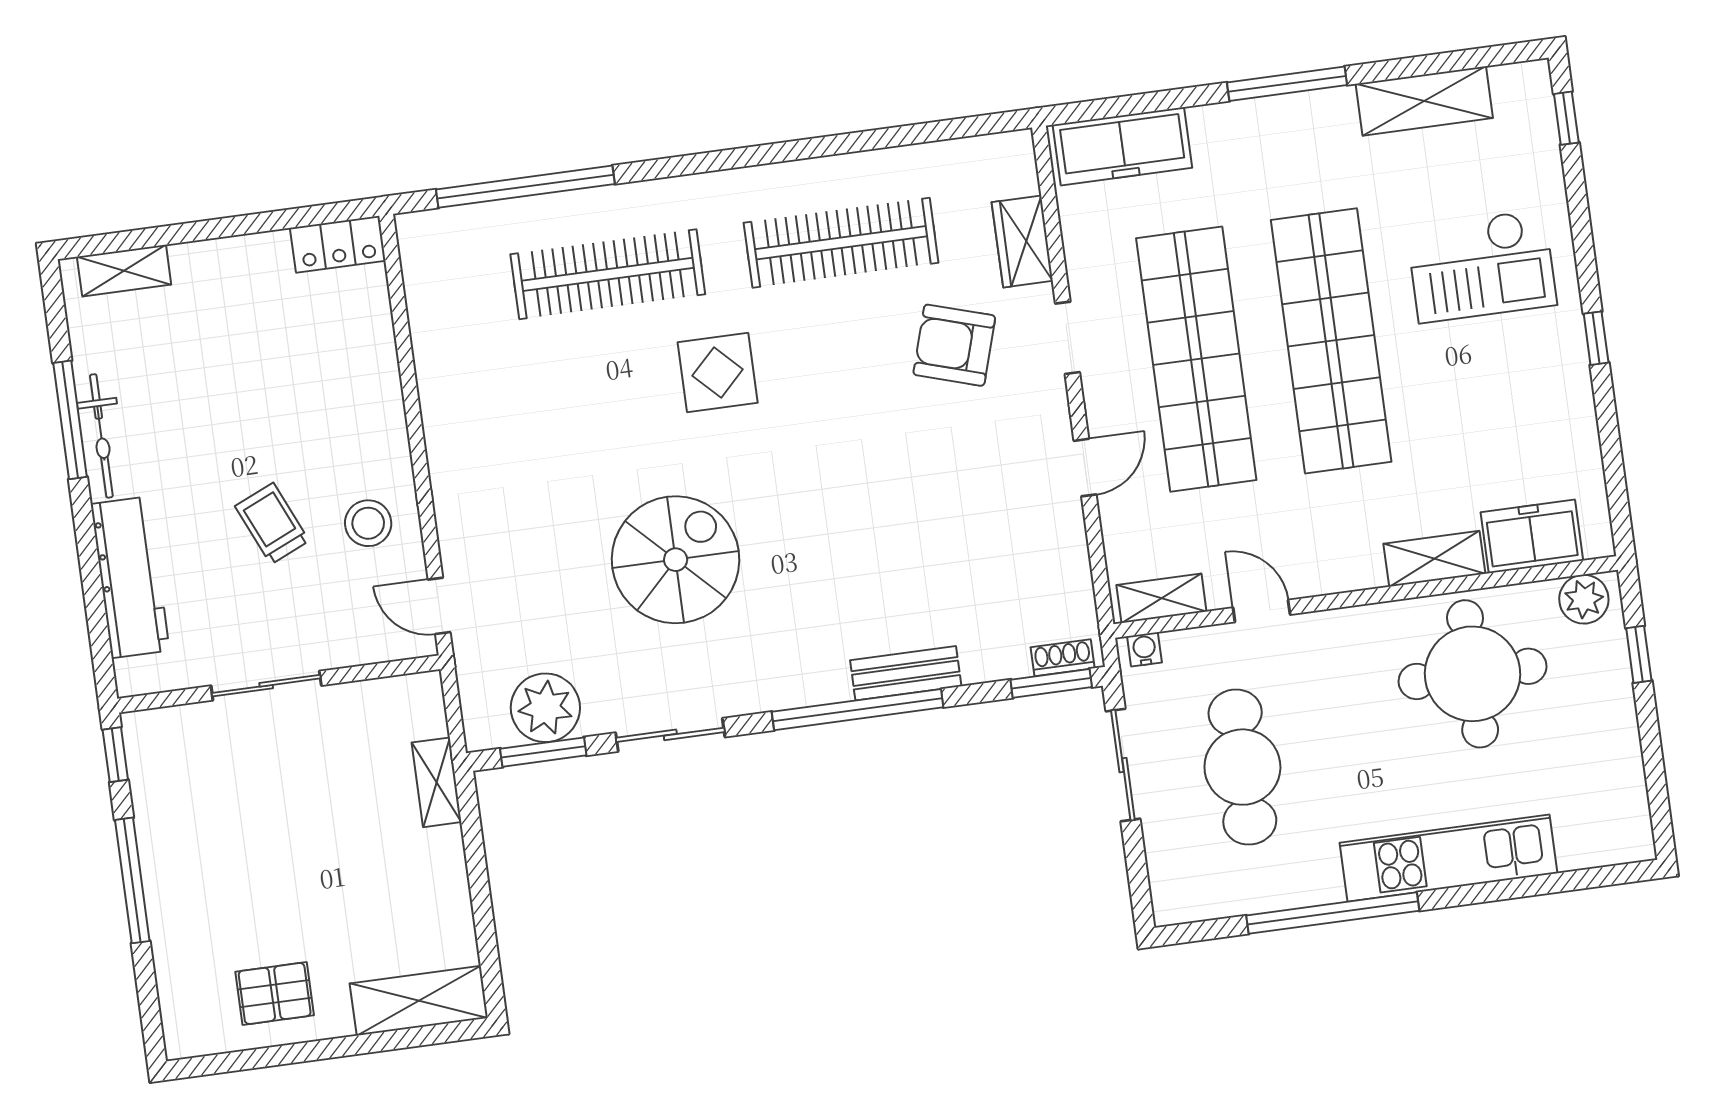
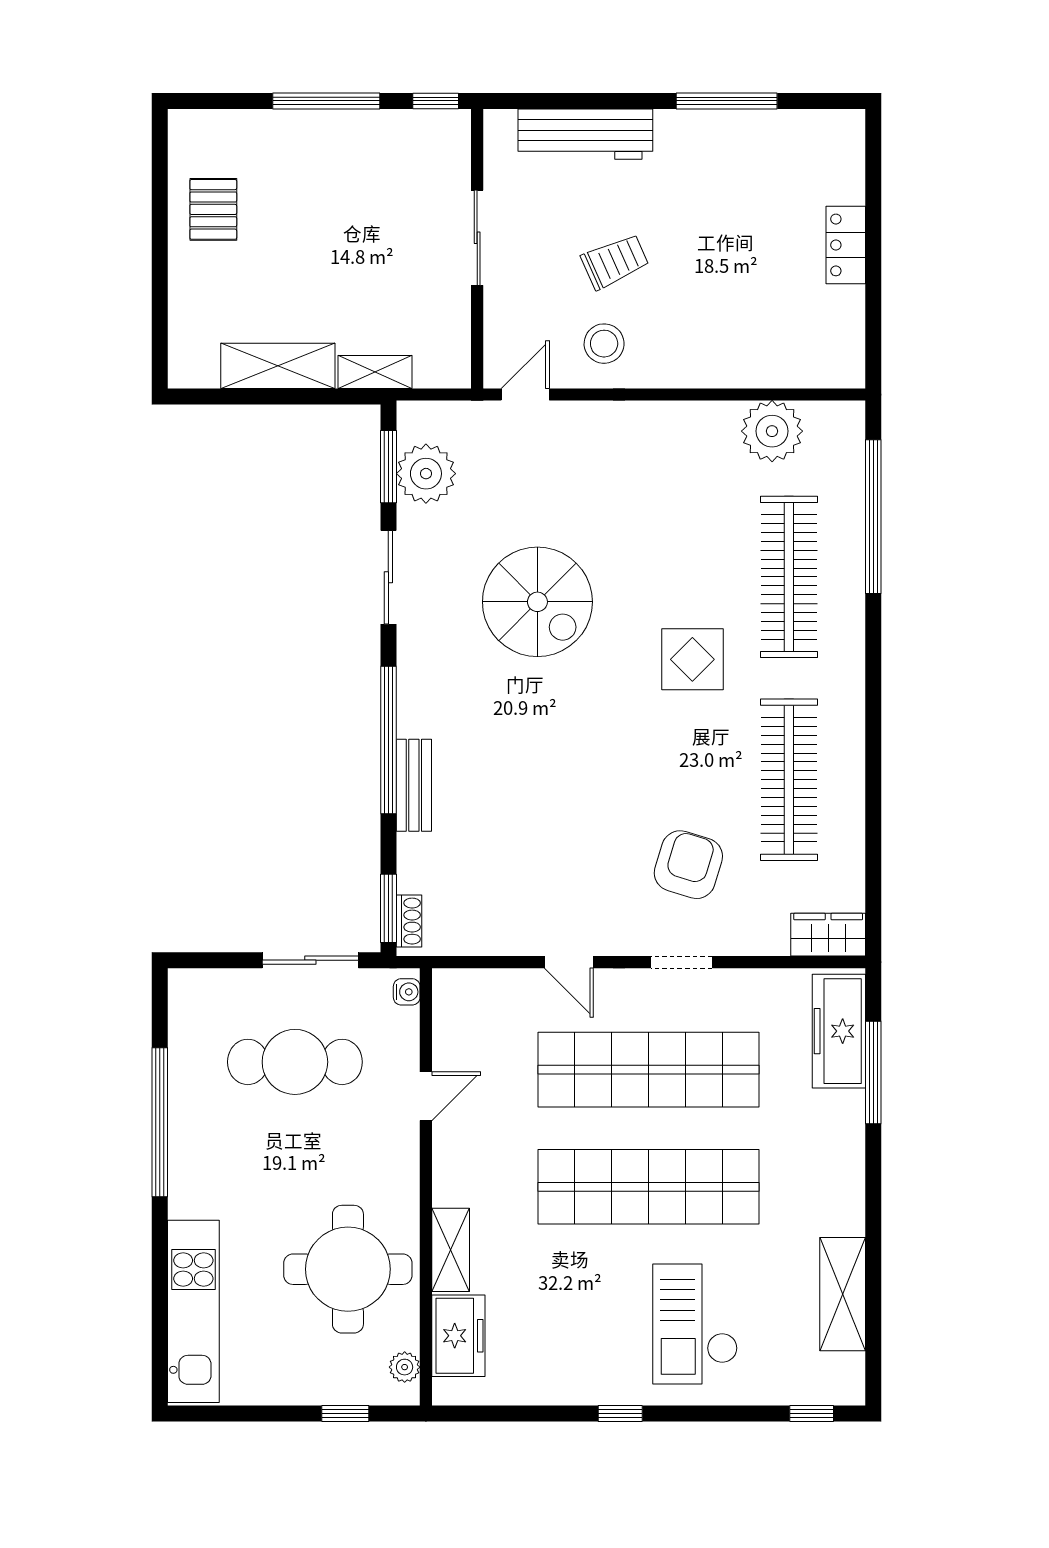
window: (1287, 84) -> (873, 1073), moved
wardrobe: (1022, 241) -> (828, 935), moved
locker: (338, 244) -> (846, 245), moved
shelving: (124, 271) -> (848, 164), removed
plant: (443, 316) -> (772, 431), added
bicycle: (101, 436) -> (709, 126), removed
shelving: (1161, 598) -> (448, 1012), removed
plant: (1584, 599) -> (405, 1367), width x0.73, depth x0.73
kitchen unit: (1448, 858) -> (193, 1311), moved
shelving: (419, 1001) -> (278, 366), moved, turned 90

